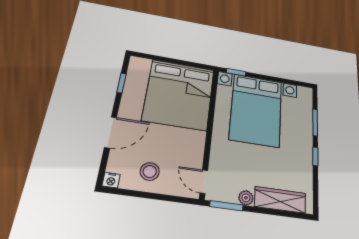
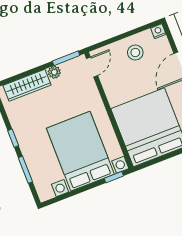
door: (204, 182) -> (92, 67), hinge flipped

